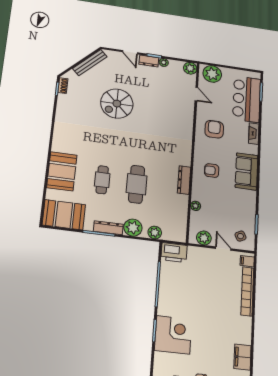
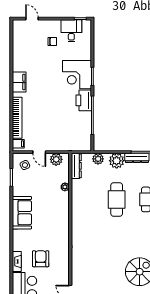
armchair: (214, 129) -> (41, 259), moved, turned 180
armchair: (212, 171) -> (53, 221), removed
sofa: (247, 171) -> (22, 213), moved
dresser: (184, 180) -> (76, 166), moved
printer: (174, 253) -> (84, 100), moved, turned -90
filing cabinet: (242, 357) -> (19, 82), moved

